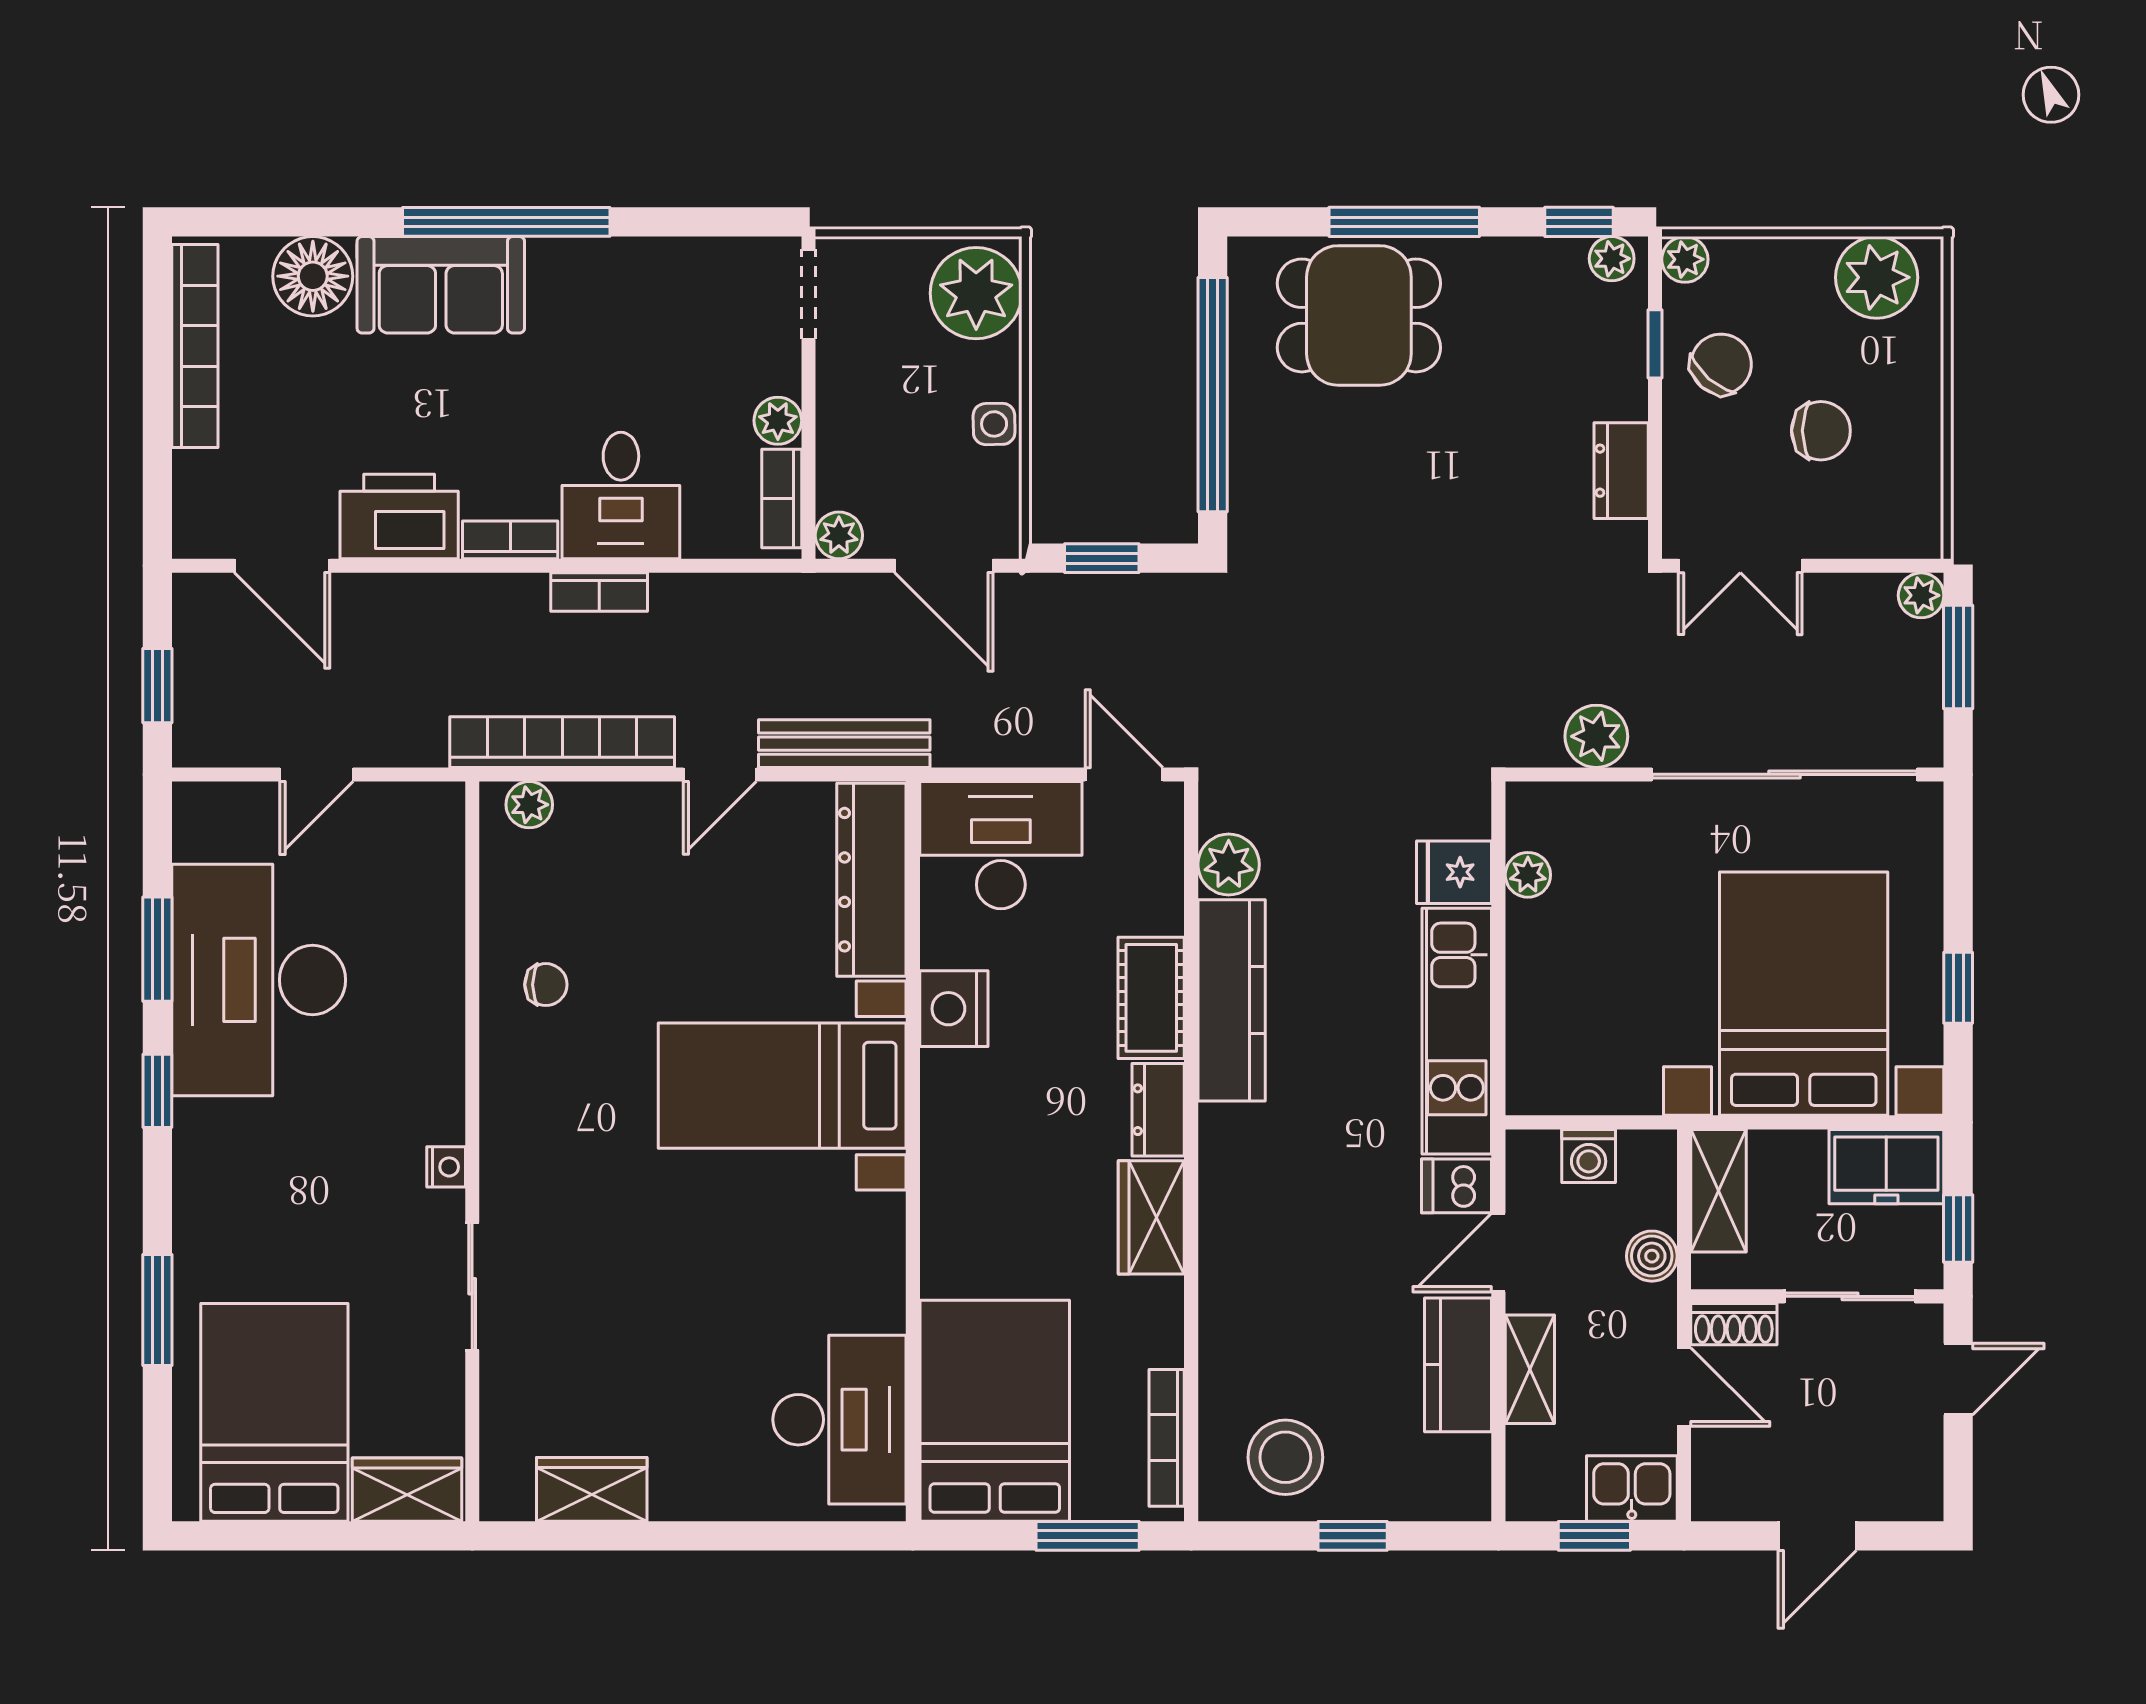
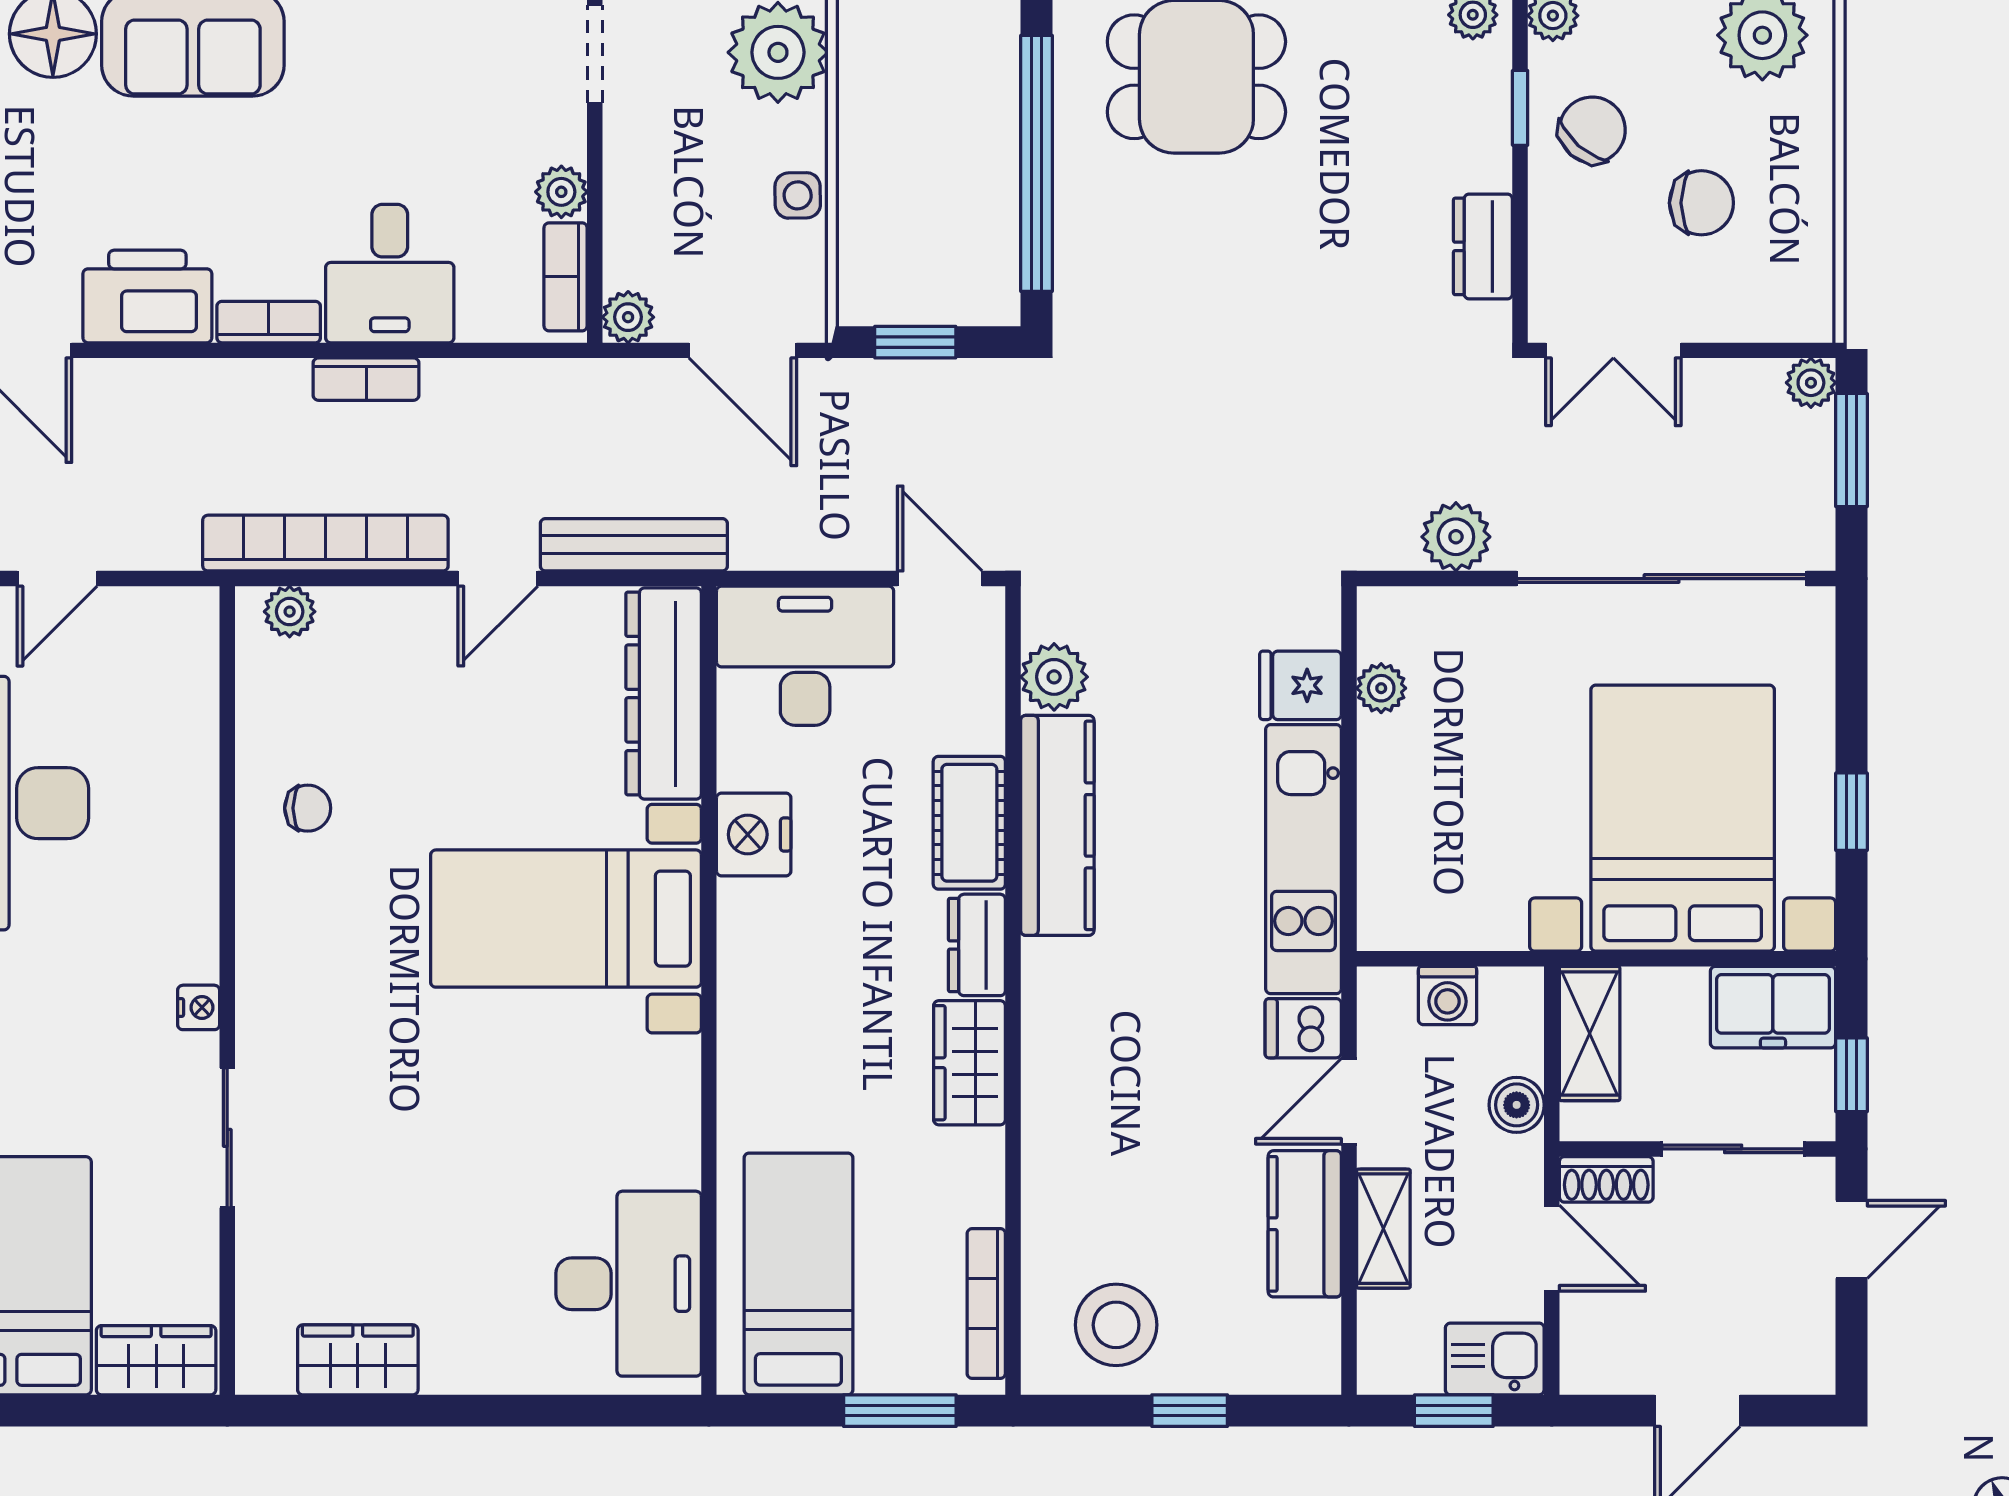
bed: (995, 1411) -> (798, 1274), width x0.67

